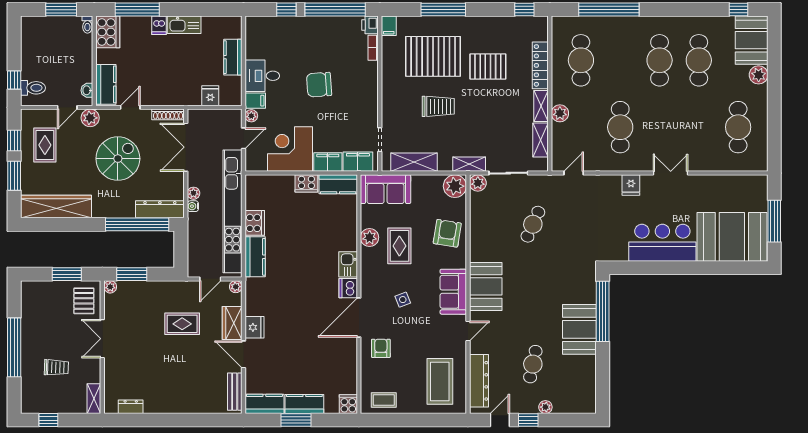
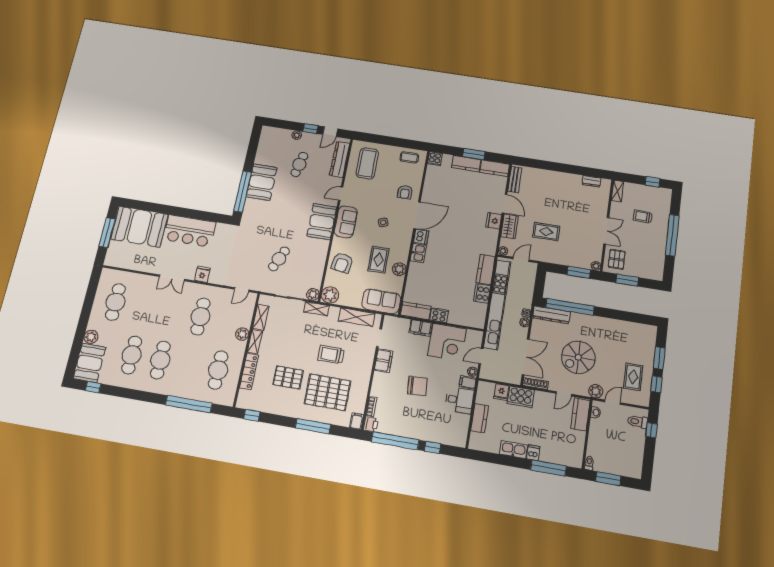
cooker: (108, 32) -> (521, 397), moved, turned -90
filing cabinet: (358, 162) -> (384, 361), moved, turned -90
wardrobe: (56, 207) -> (630, 330), removed

